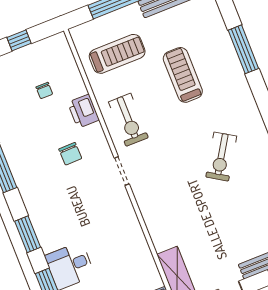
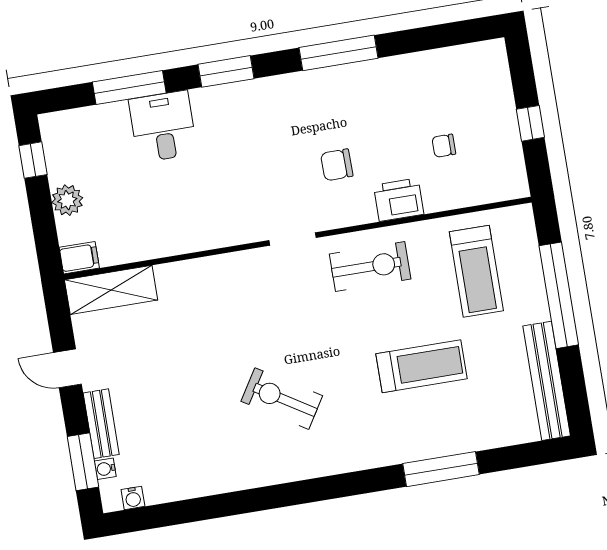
exercise bike: (128, 120) -> (370, 267), turned 180

